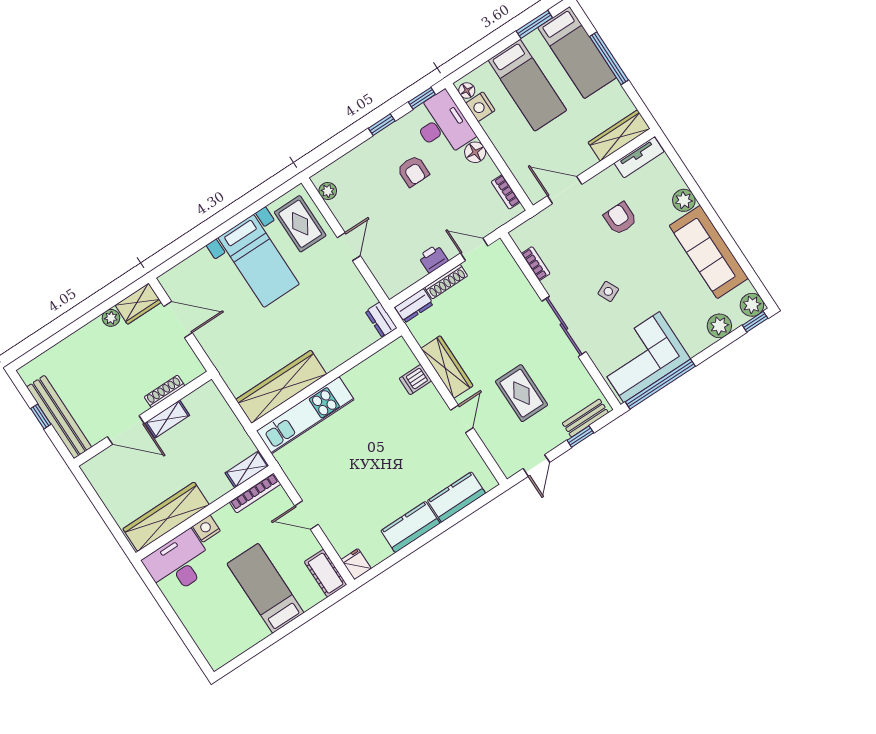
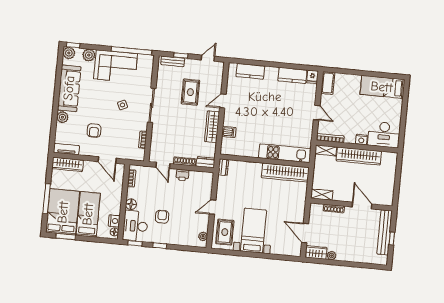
bed: (577, 53) -> (63, 212), width x1.50
corner sofa: (642, 357) -> (116, 66), moved
shelving: (167, 419) -> (322, 195), moved
wardrobe: (166, 517) -> (359, 156), moved
kitchen counter: (410, 527) -> (292, 75), moved
bed: (265, 588) -> (382, 87), moved, turned 90

